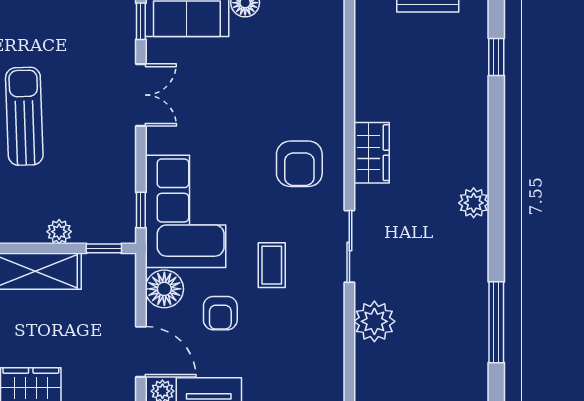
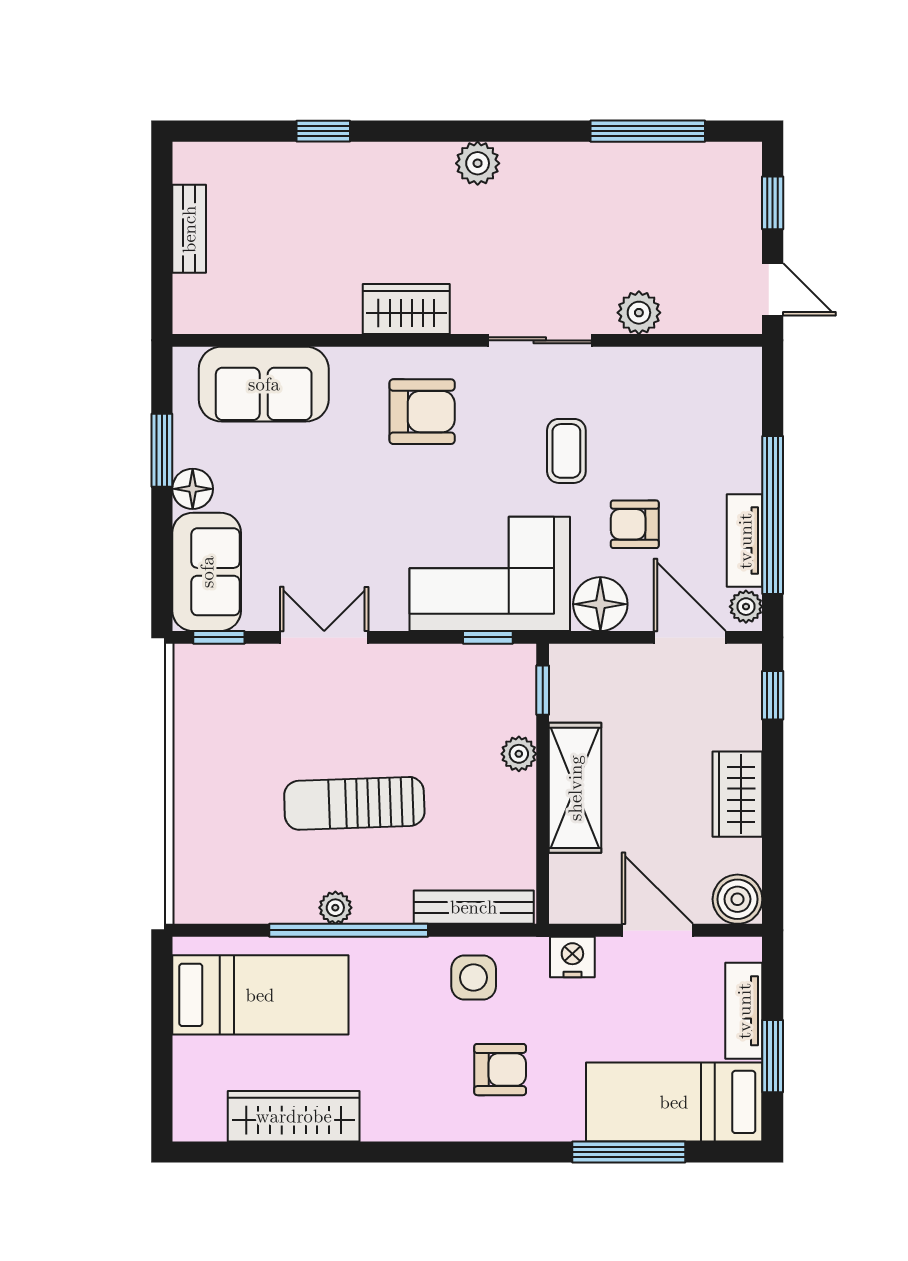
sofa: (319, 53) -> (264, 384), added
window: (496, 57) -> (323, 131), moved
coffee table: (272, 265) -> (566, 451), turned 90
armchair: (220, 313) -> (635, 524), turned 180
plant: (374, 321) -> (639, 313), width x0.73, depth x0.73
door: (141, 352) -> (690, 637), hinge flipped

